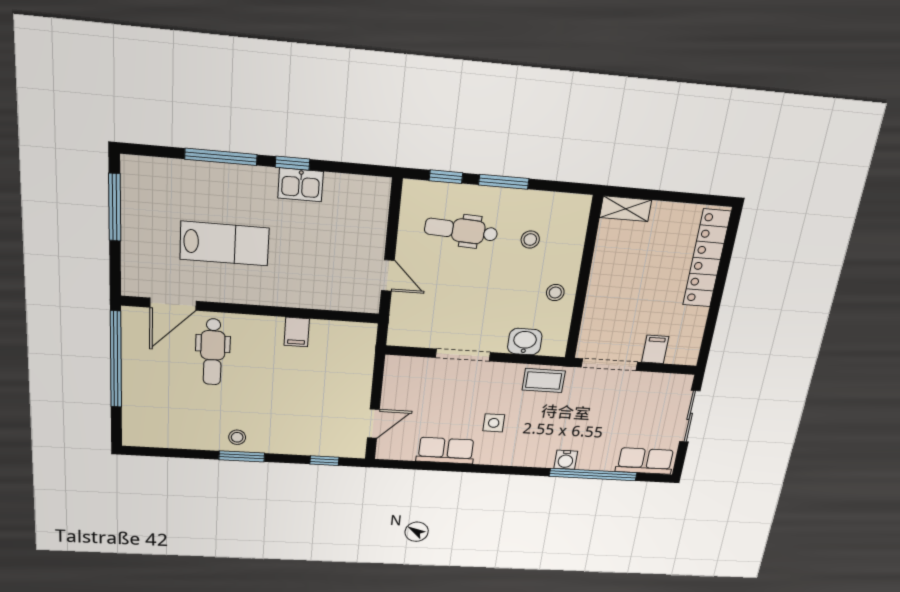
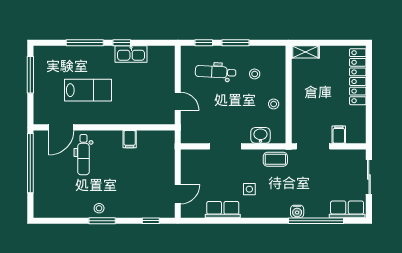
kitchen sink: (301, 185) -> (131, 54), width x1.38

